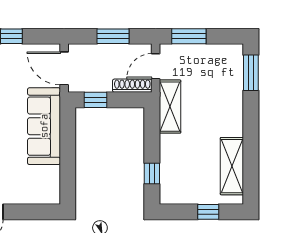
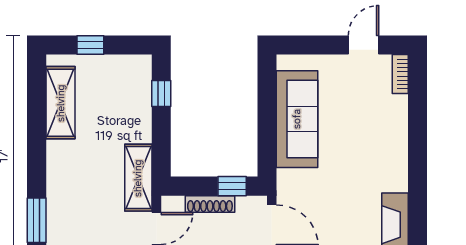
shoe rack: (132, 86) -> (210, 204), moved
sofa: (44, 126) -> (297, 119), moved

